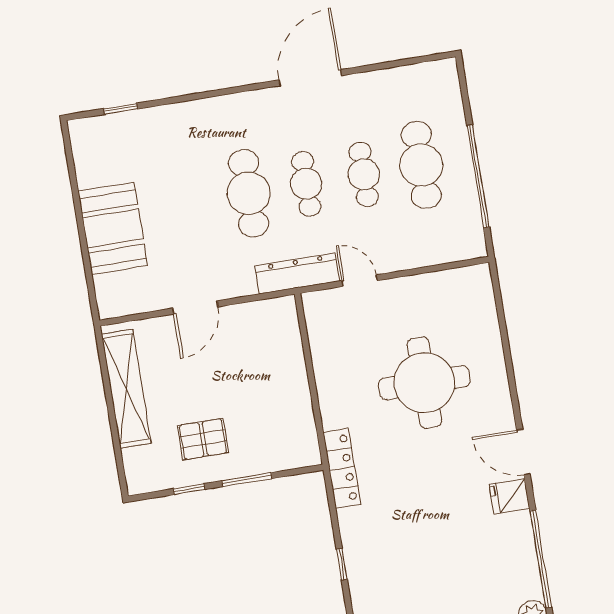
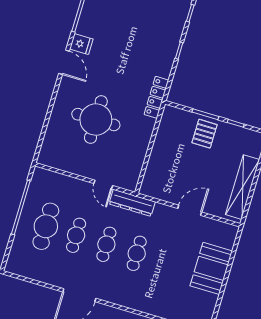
cafe table: (249, 193) -> (137, 253), width x0.73, depth x0.74
pallet: (203, 439) -> (205, 134), moved, turned 90

